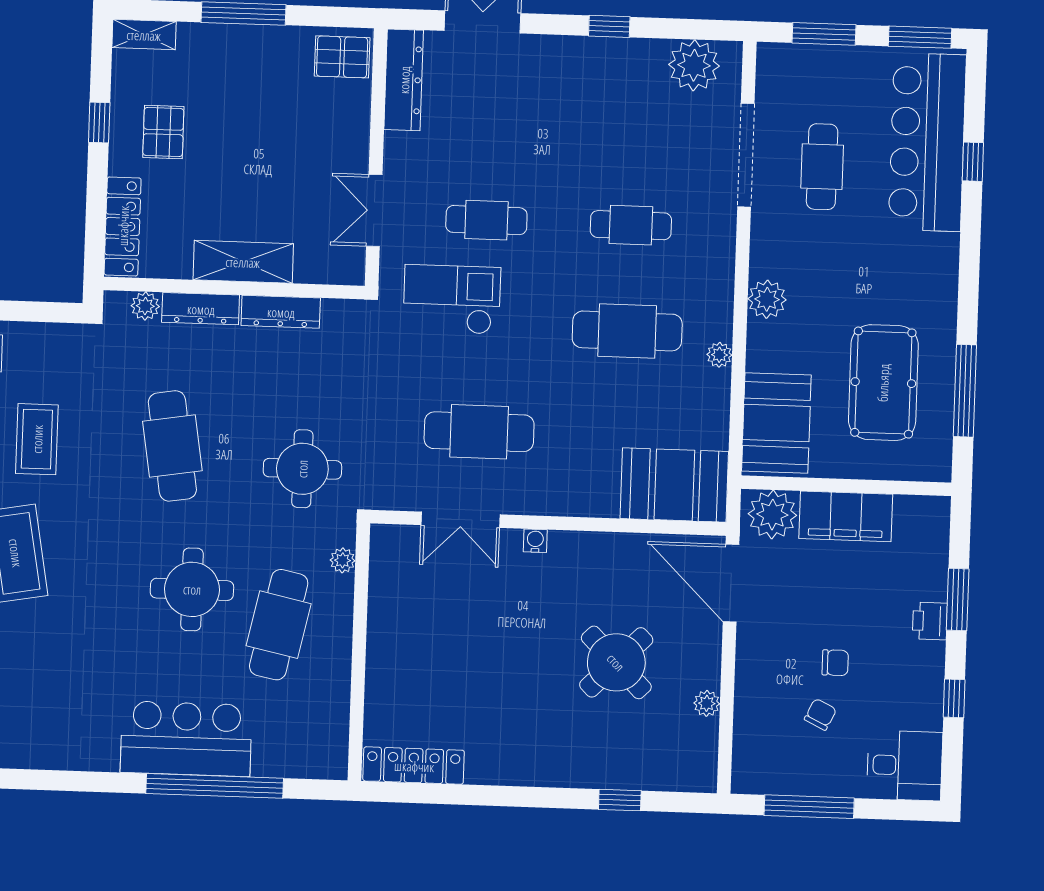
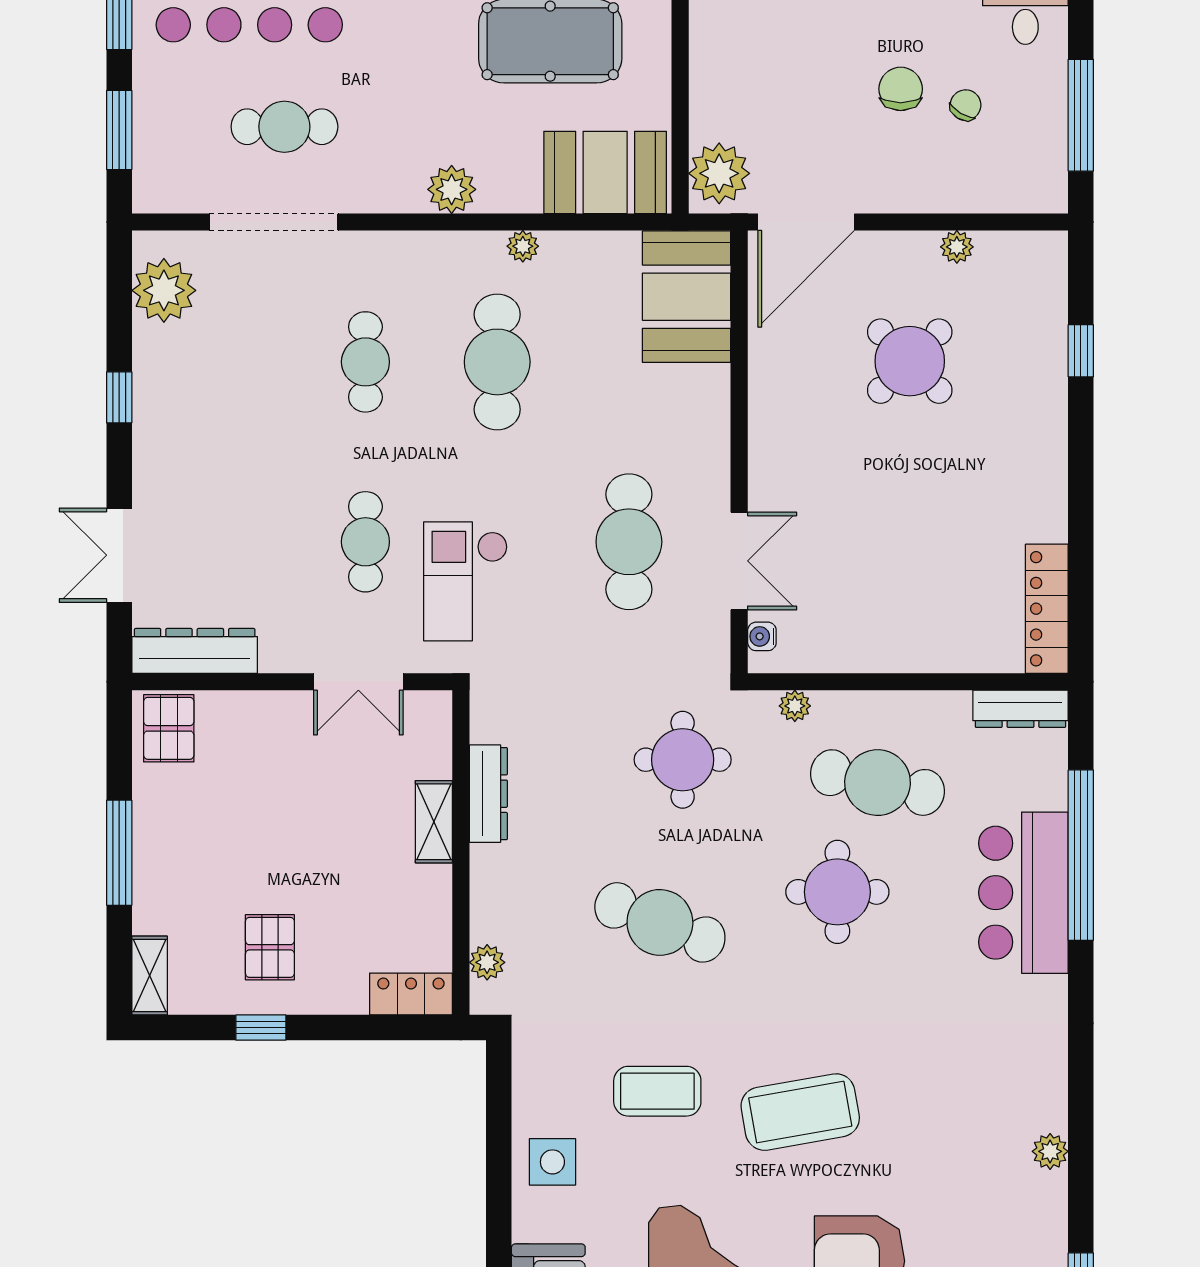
pallet: (163, 132) -> (270, 947), turned 90
locker: (123, 226) -> (411, 994), width x0.66
shelving: (243, 262) -> (434, 822), width x0.67, depth x0.75
dresser: (201, 309) -> (1020, 709), moved, turned 90
cafe table: (172, 446) -> (660, 922), turned 30
filing cabinet: (846, 516) -> (718, 82), removed
water cooler: (535, 541) -> (762, 636), moved
chair: (835, 663) -> (901, 89), width x1.37, depth x1.37
chair: (820, 714) -> (966, 105), turned 95

